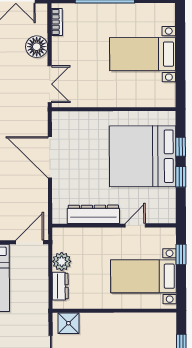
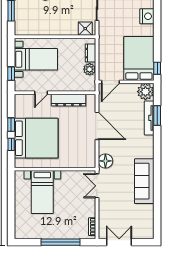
floor lamp: (37, 47) -> (105, 161), moved
bed with nightstands: (143, 54) -> (42, 192), moved, turned 90
door: (50, 157) -> (97, 126), moved

